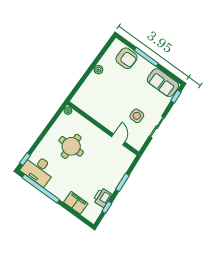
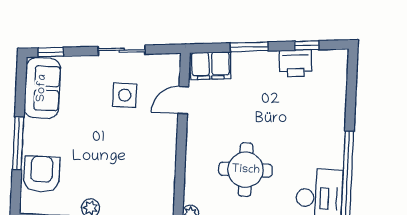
filing cabinet: (76, 203) -> (210, 66), moved, turned -94

